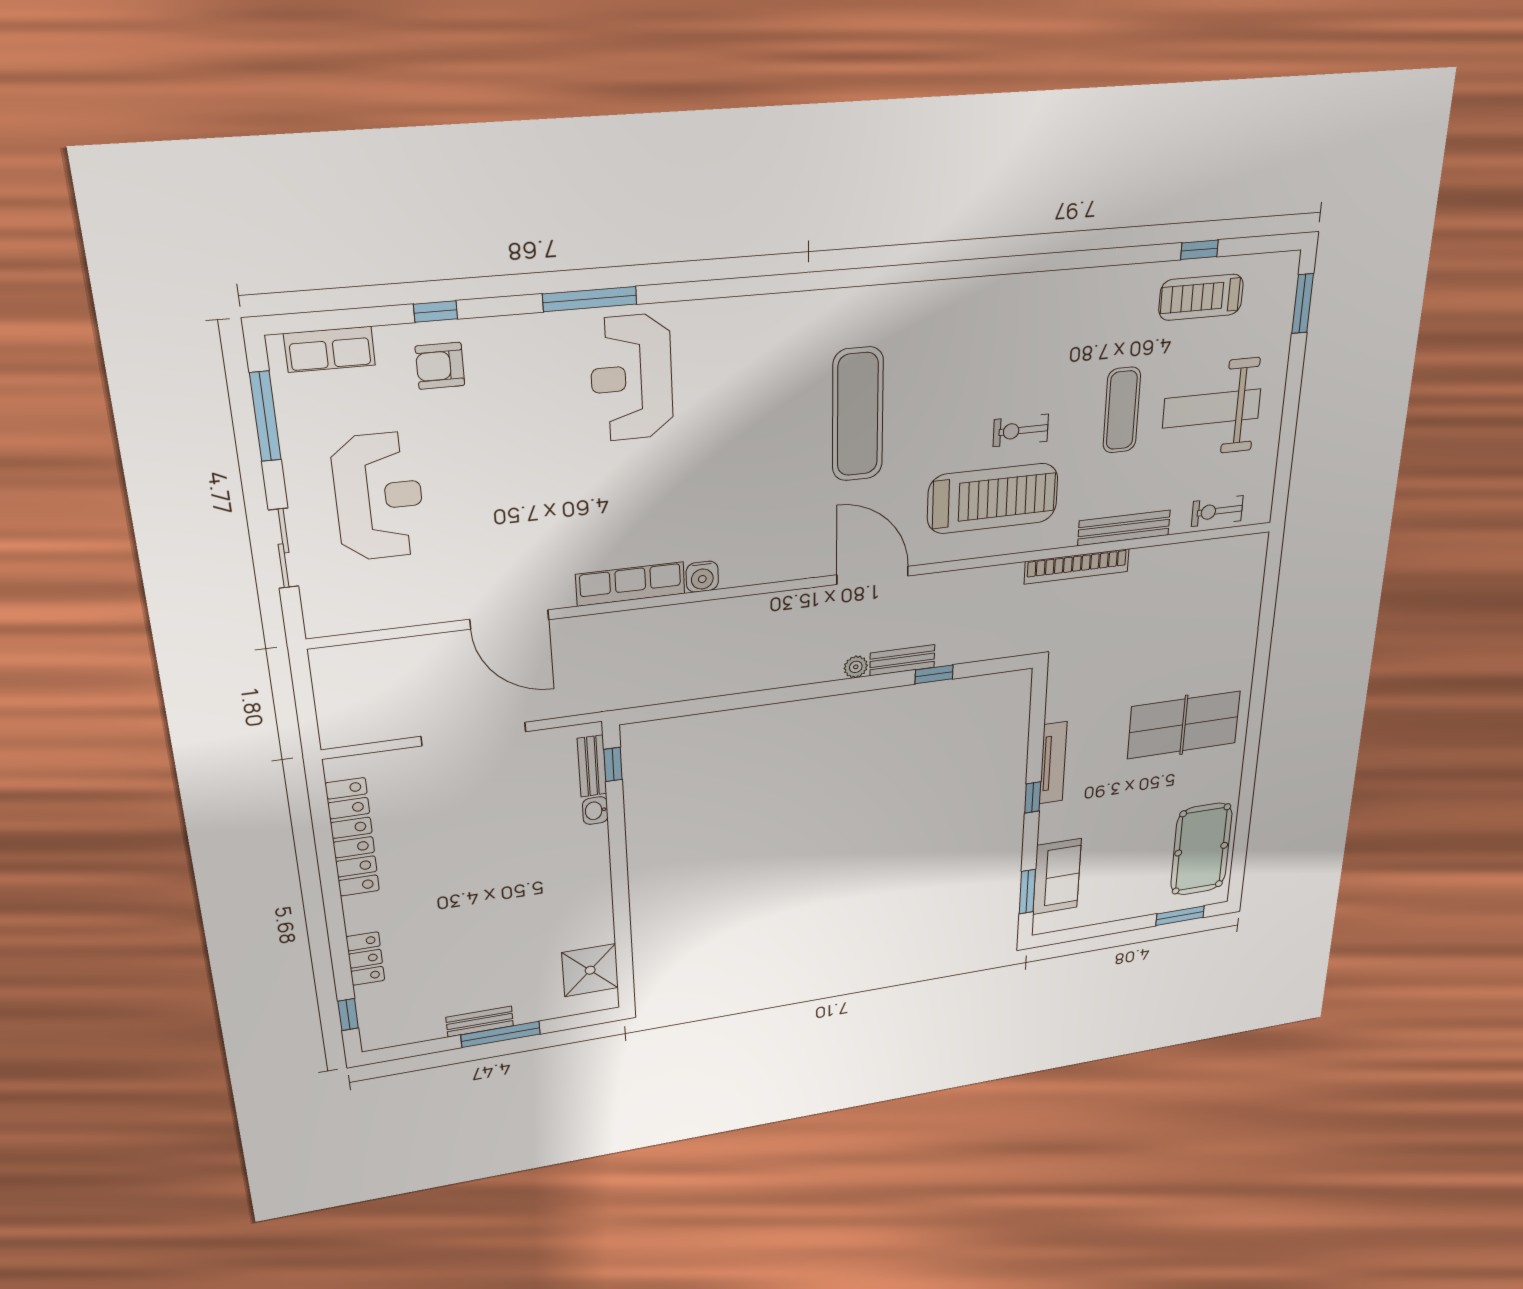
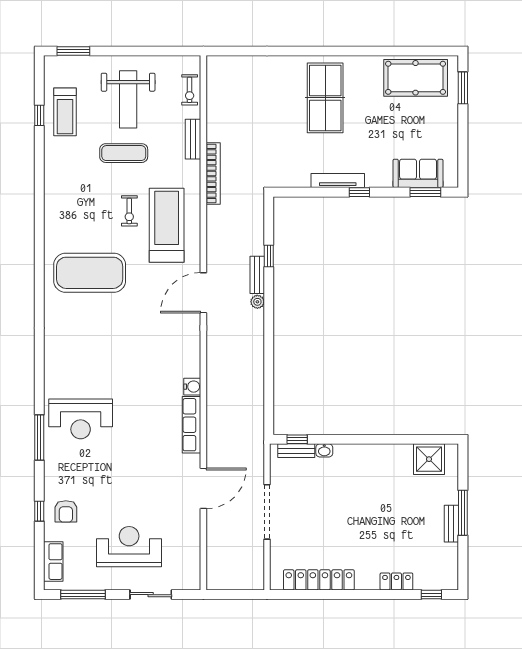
exercise mat: (858, 414) -> (90, 273), moved, width x1.47
bench: (1124, 528) -> (193, 139), width x0.73

